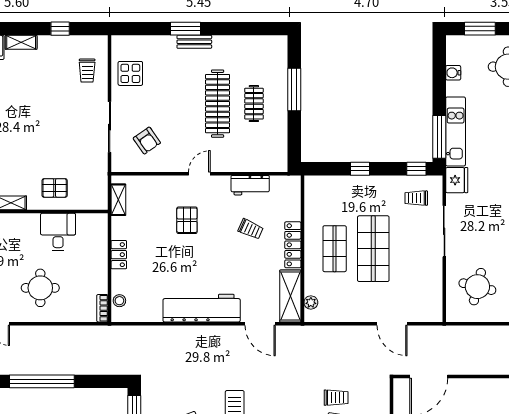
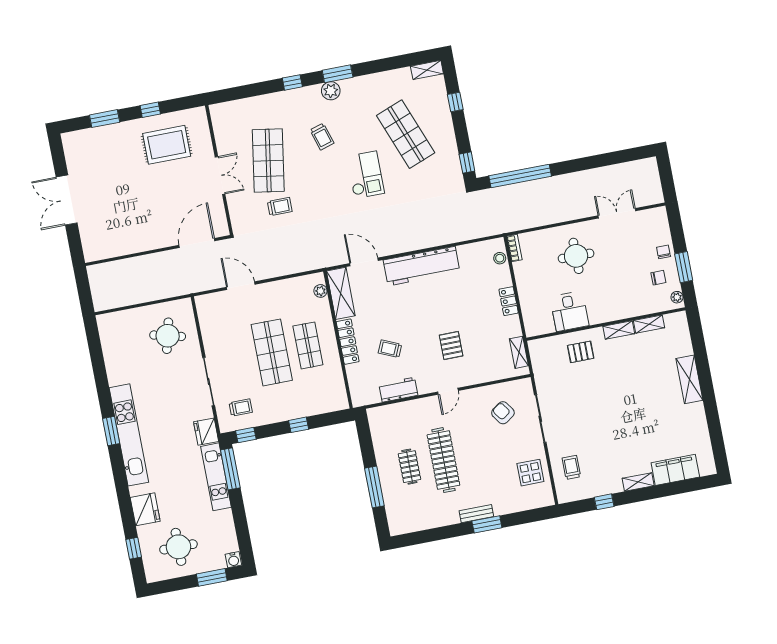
water cooler: (453, 73) -> (233, 560), moved, turned 90
window: (42, 381) -> (520, 176), moved
trolley: (336, 398) -> (280, 207), turned 180

